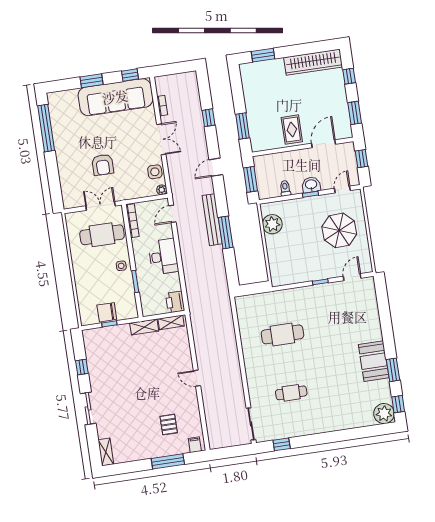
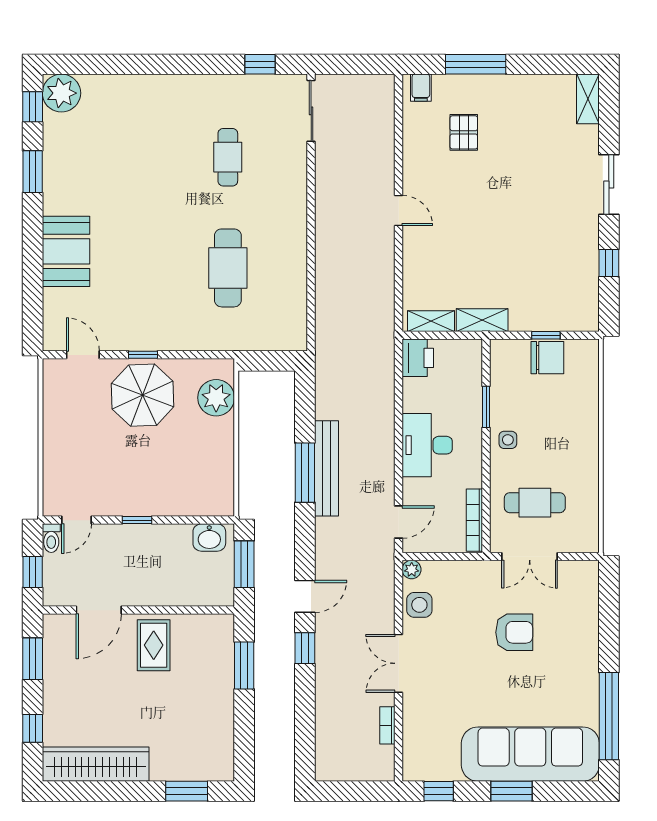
sofa: (115, 97) -> (530, 754), moved
window: (208, 118) -> (305, 648), moved
armchair: (103, 165) -> (514, 632), turned 90
washbasin: (311, 185) -> (209, 538), moved
toilet: (285, 188) -> (51, 538), moved
bench: (212, 220) -> (327, 468), moved
plant: (272, 224) -> (216, 398), moved
parasol: (339, 230) -> (143, 395), moved
cafe table: (102, 235) -> (535, 503), width x0.73, depth x0.74
door: (352, 277) -> (83, 355), swing flipped
cafe table: (282, 334) -> (228, 268), turned 90
booth: (374, 361) -> (66, 251), moved
cafe table: (291, 393) -> (228, 157), turned 90

